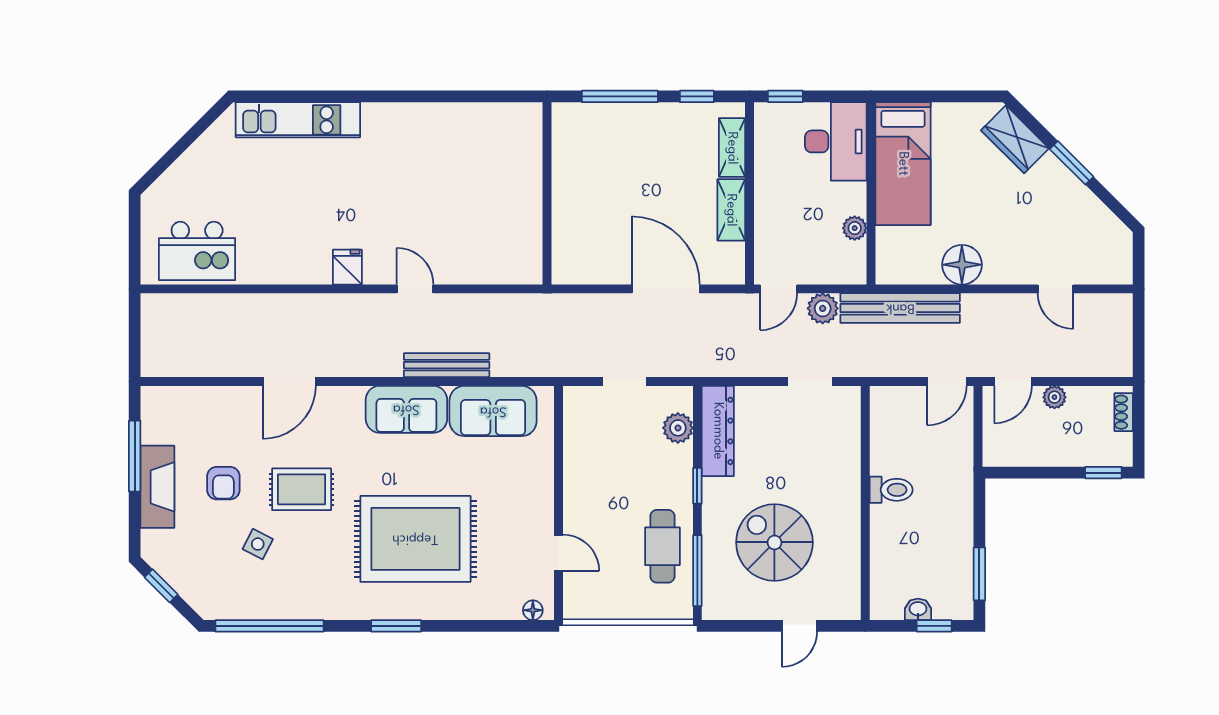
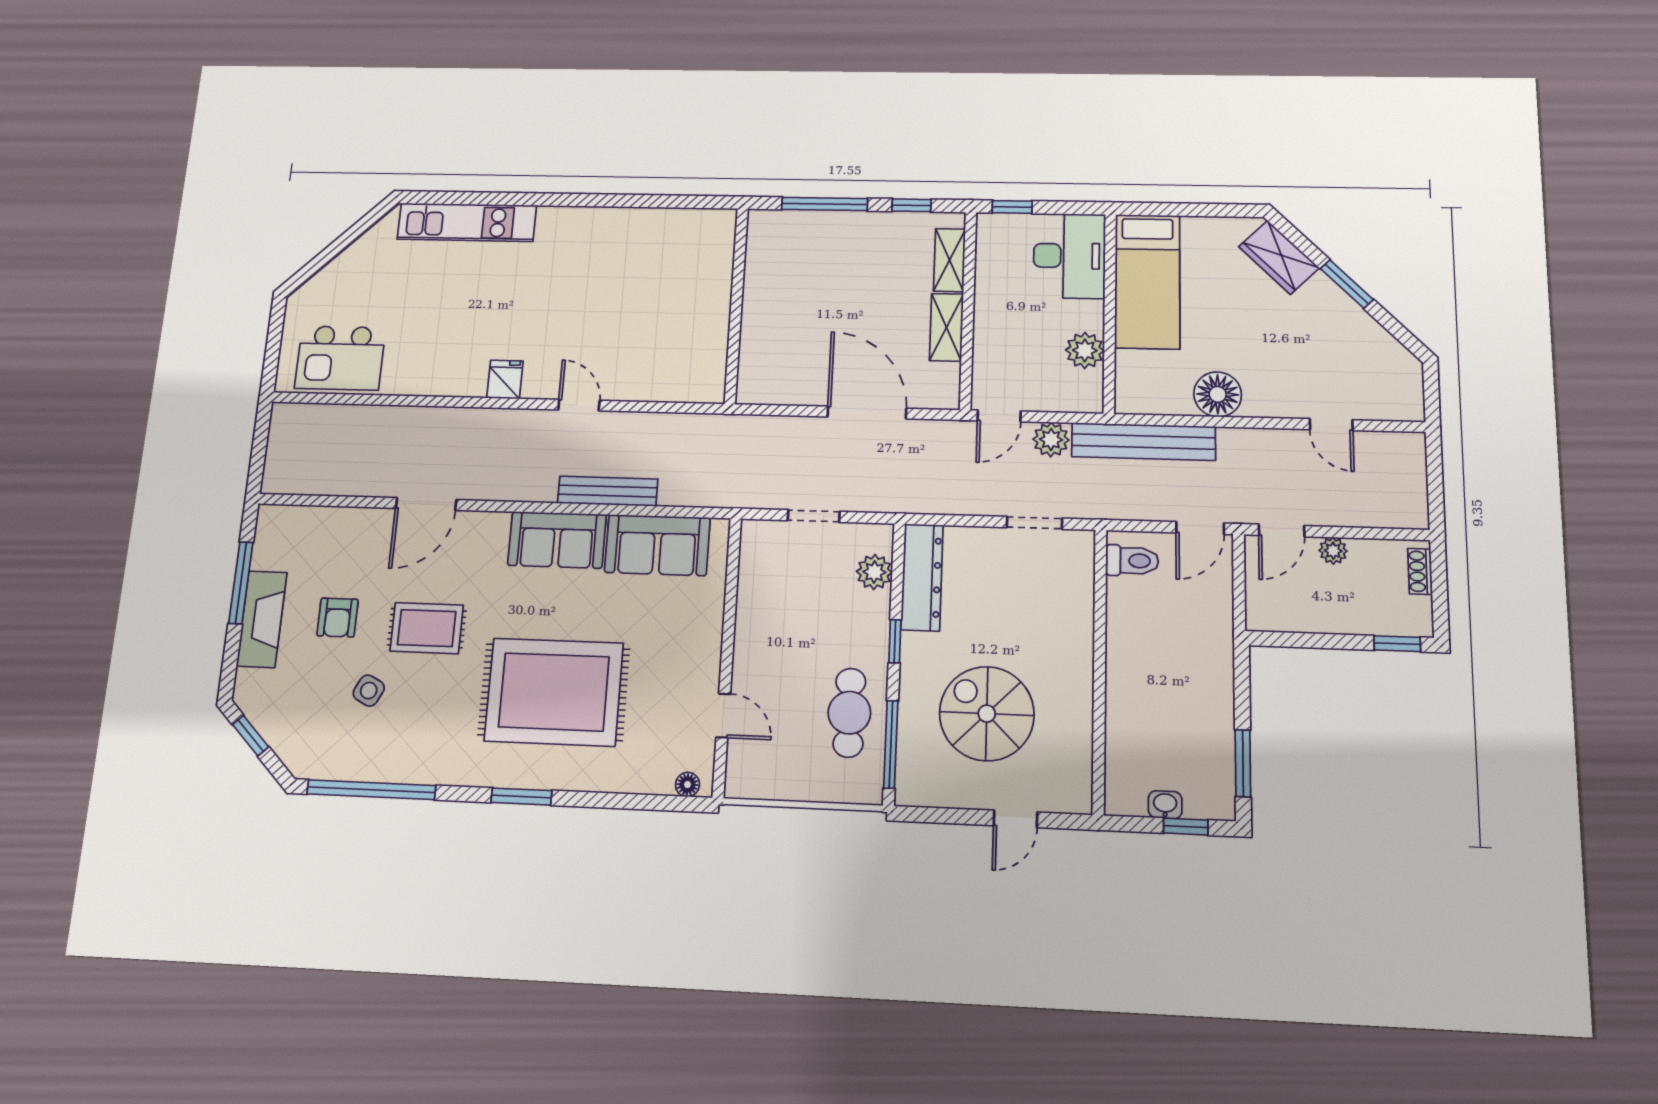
plant: (855, 228) -> (1085, 350), width x1.38, depth x1.38
toilet: (891, 490) -> (1132, 561), moved

